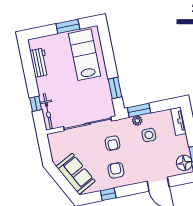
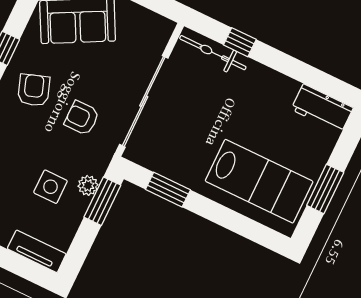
workbench: (39, 63) -> (322, 109), moved
armchair: (116, 170) -> (34, 90), turned -109

